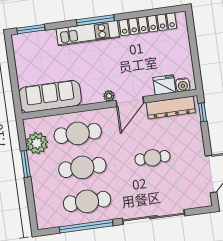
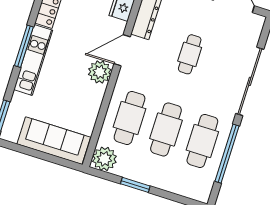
sofa: (50, 96) -> (54, 141), moved, turned 90
plant: (109, 96) -> (100, 72), width x1.88, depth x1.88
door: (130, 102) -> (122, 50), swing flipped
plant: (37, 143) -> (104, 159), moved

